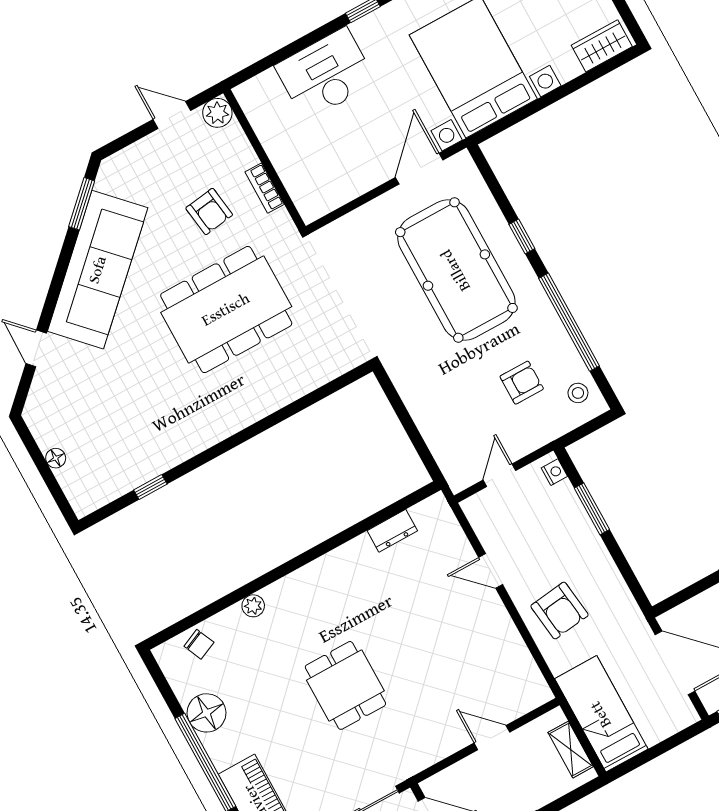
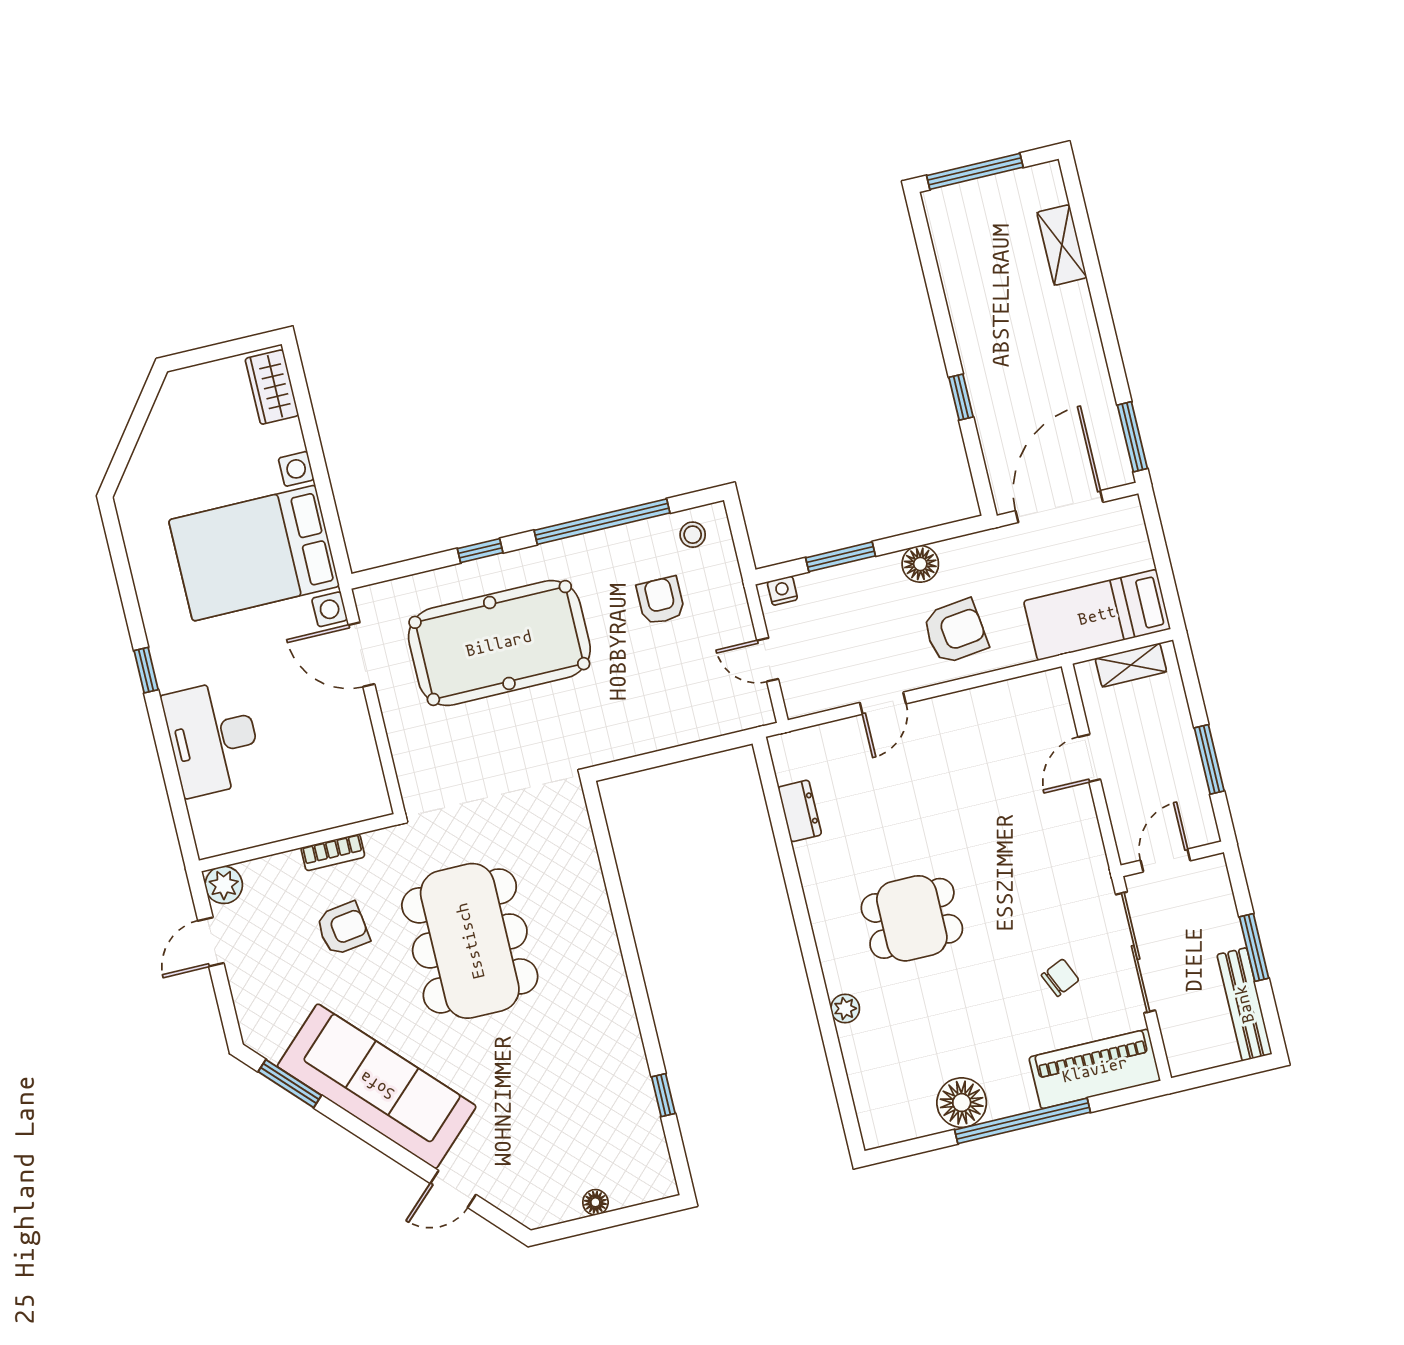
floor lamp: (603, 570) -> (920, 564), added
chair: (199, 644) -> (1060, 978), moved
dining table: (345, 685) -> (912, 918), moved

